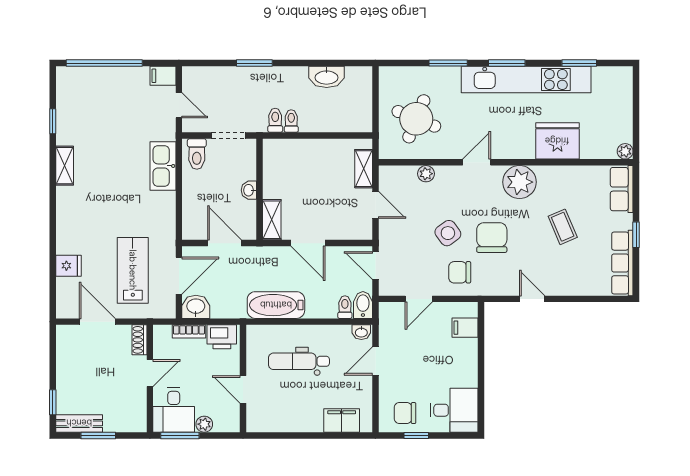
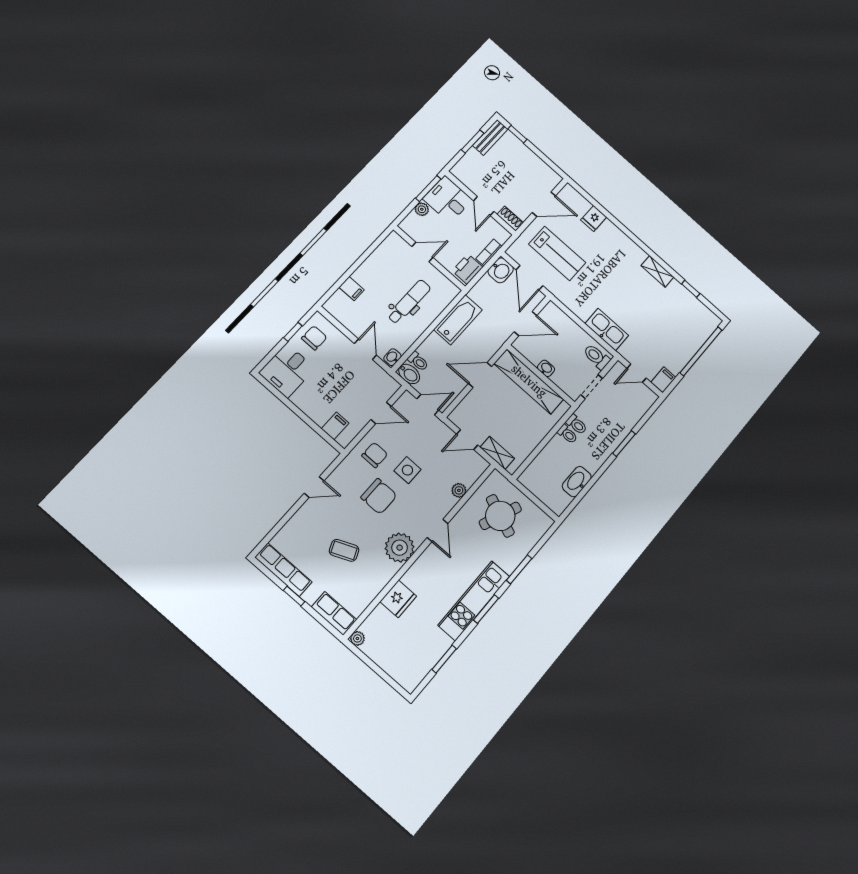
kitchen unit: (526, 80) -> (474, 601), width x0.73
fridge: (557, 141) -> (398, 599), width x0.73, depth x0.75
shelving: (272, 220) -> (529, 381), width x2.20, depth x1.33
side table: (448, 233) -> (407, 470), turned 36
door: (419, 299) -> (381, 413), swing flipped
filing cabinet: (342, 420) -> (352, 289), width x0.50

